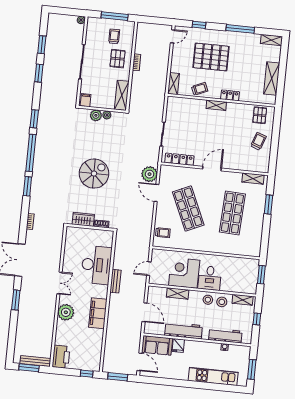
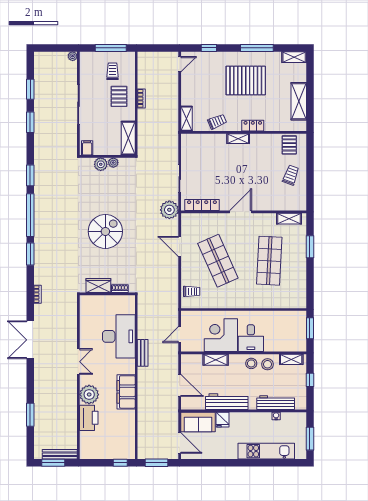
pallet: (211, 57) -> (246, 81), moved
plant: (150, 174) -> (169, 210), moved
window: (16, 300) -> (30, 415), moved
printer: (61, 357) -> (89, 418), moved

